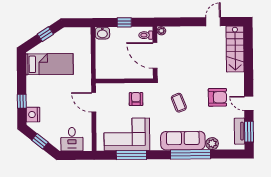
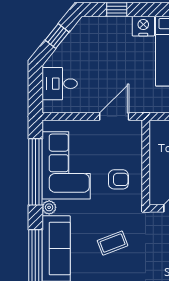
nightstand: (33, 115) -> (143, 26), moved
plant: (155, 146) -> (49, 207), added
window: (131, 155) -> (35, 172), width x1.46

